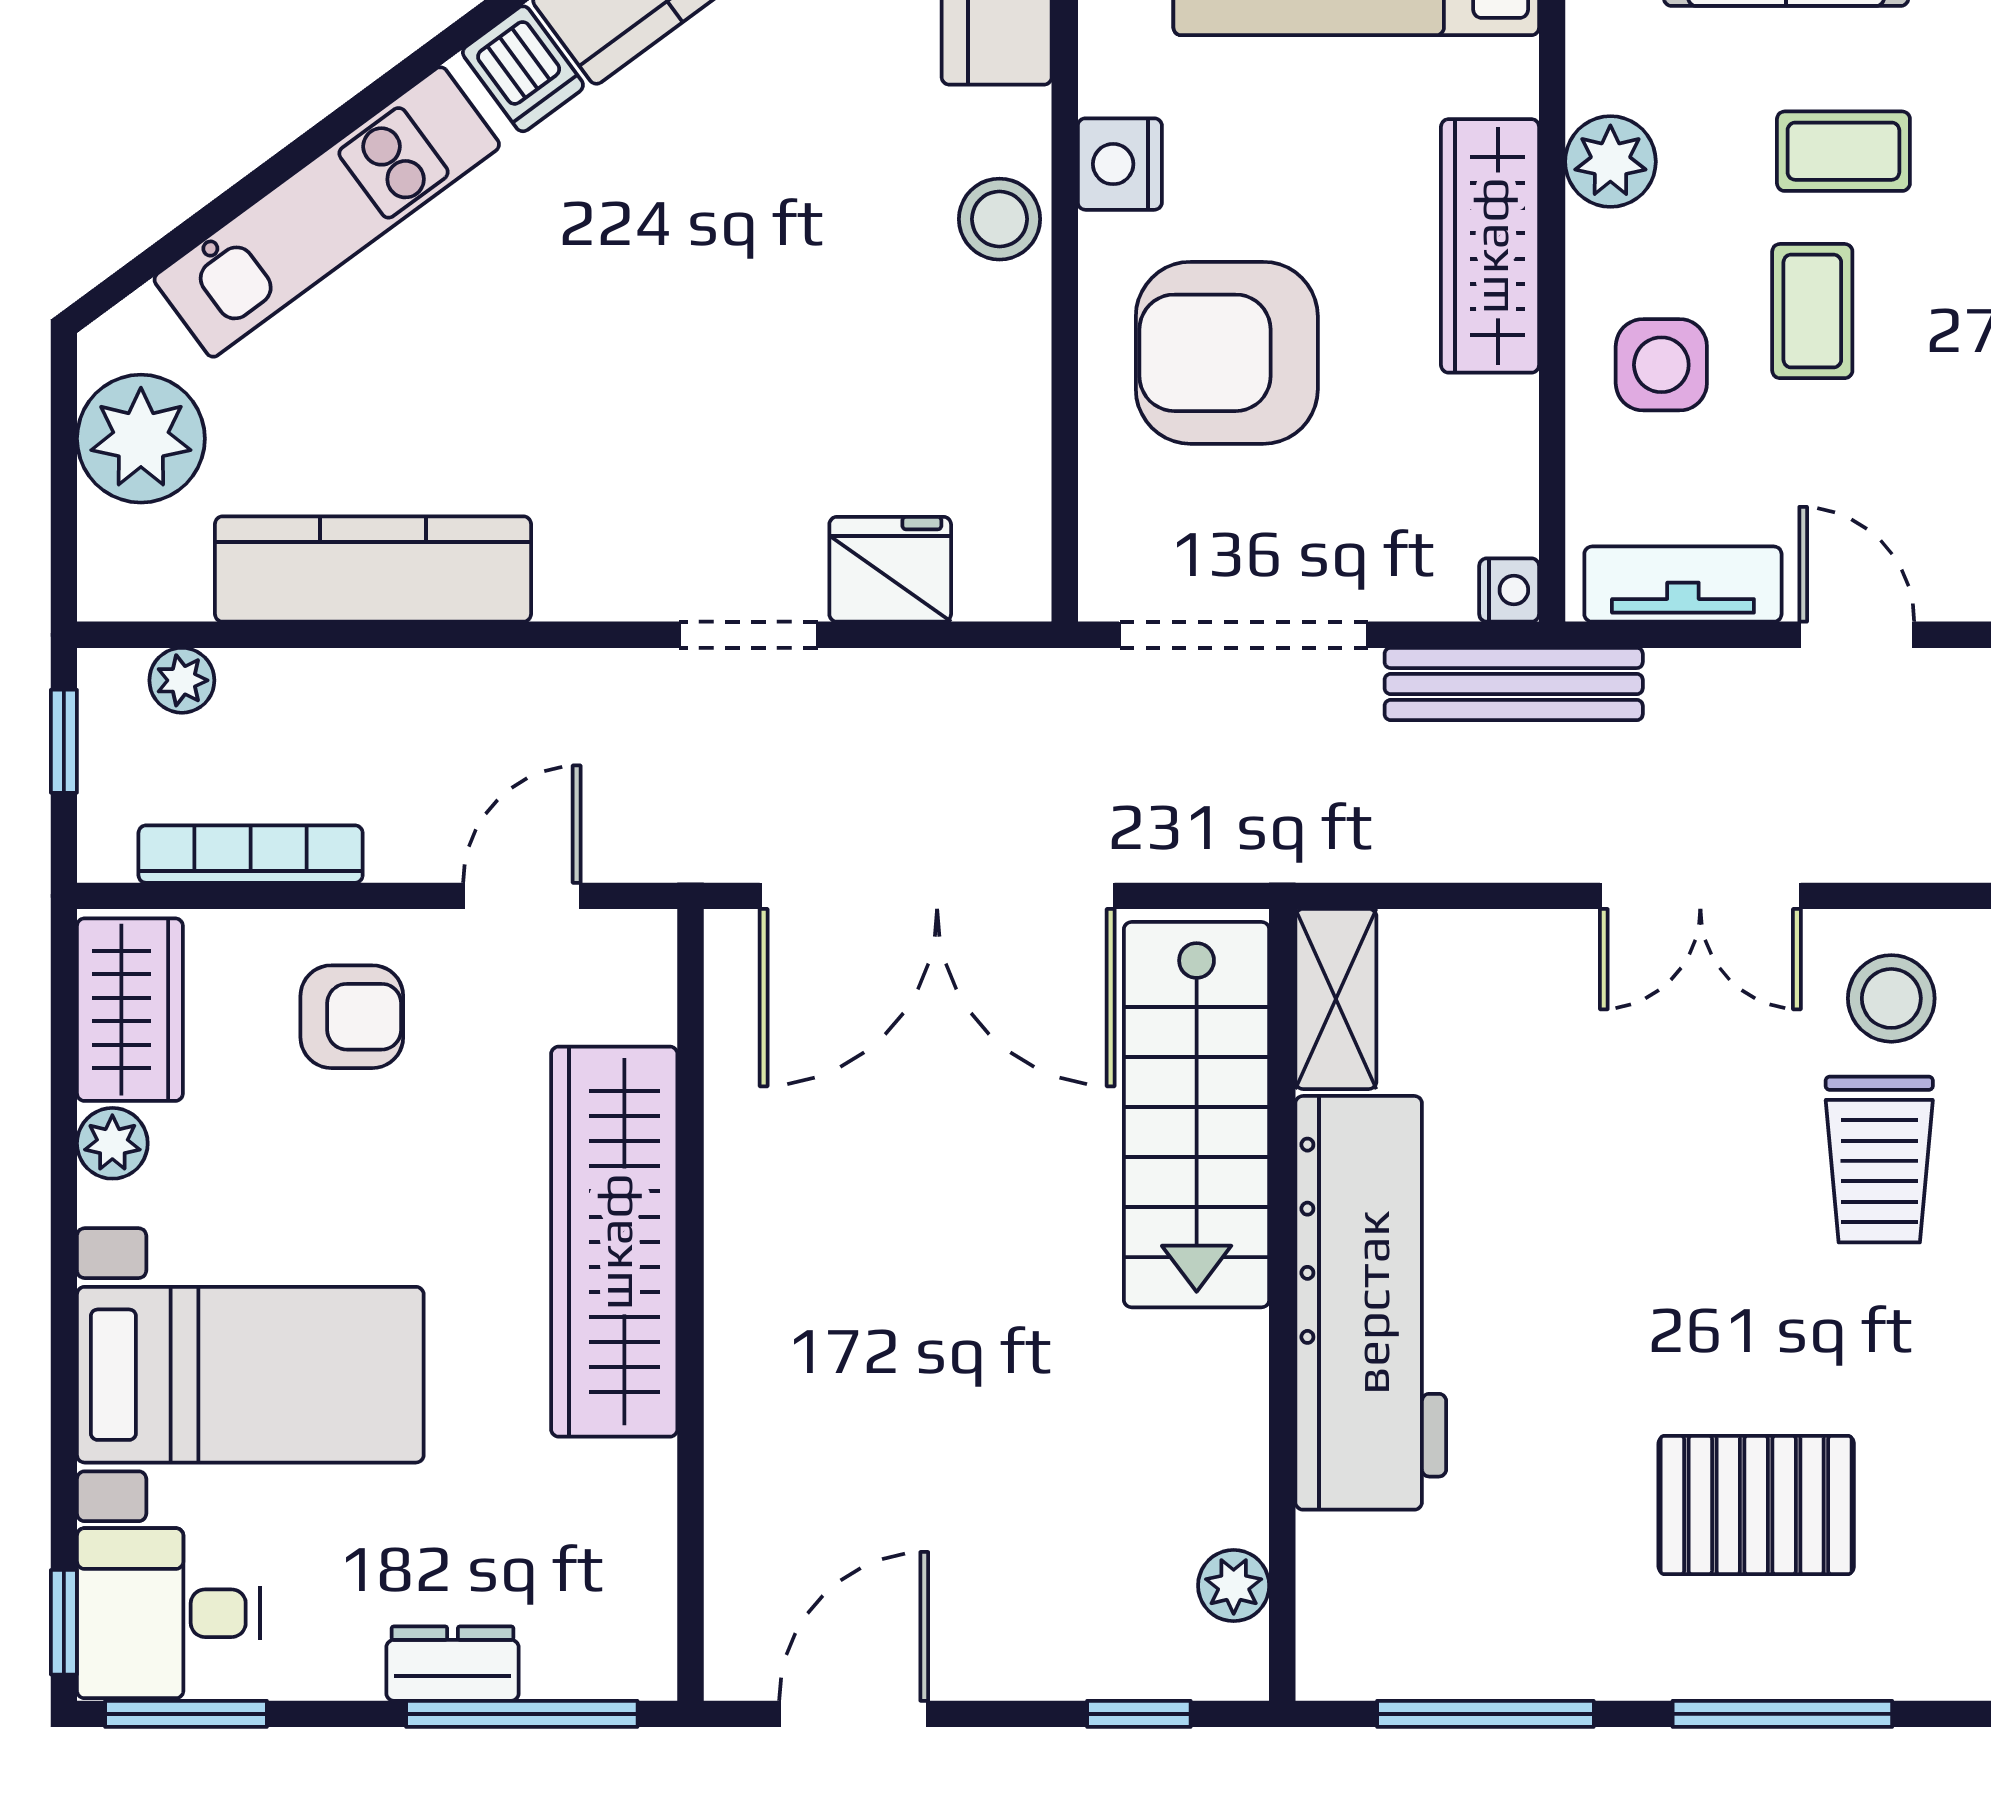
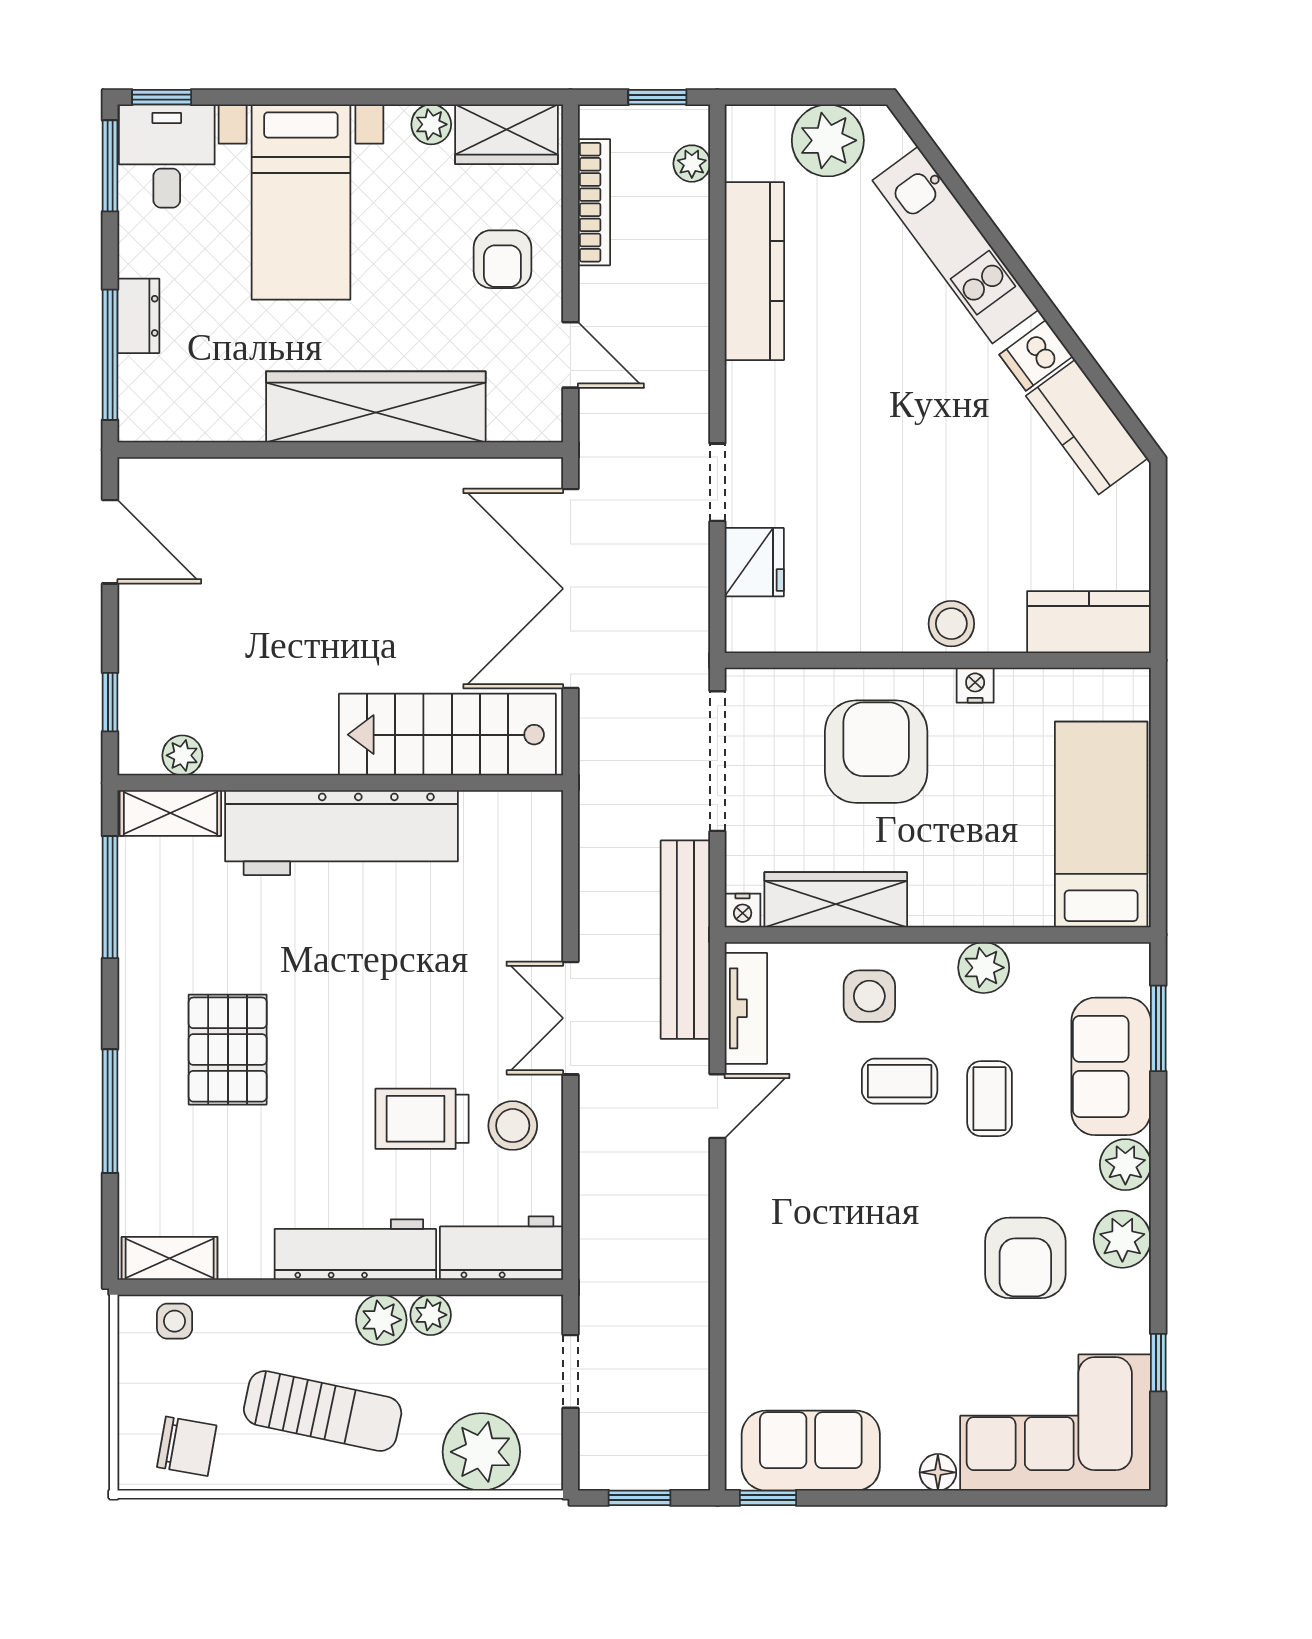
nightstand: (1120, 164) -> (975, 685), width x0.72, depth x0.74
wardrobe: (1490, 246) -> (836, 900), moved
bench: (1514, 684) -> (685, 940), width x1.37, depth x1.21
shelving: (1336, 999) -> (170, 813), moved
window: (1782, 1714) -> (110, 1111), moved

